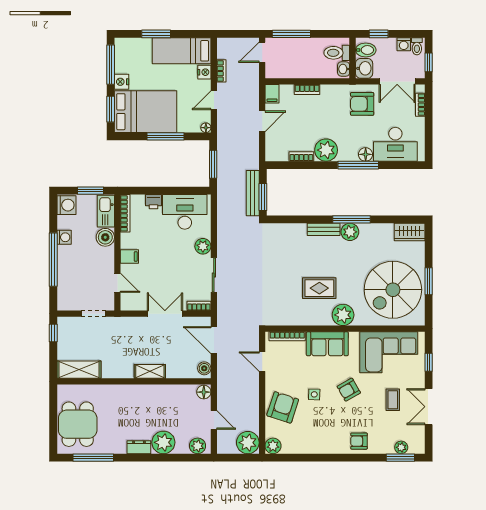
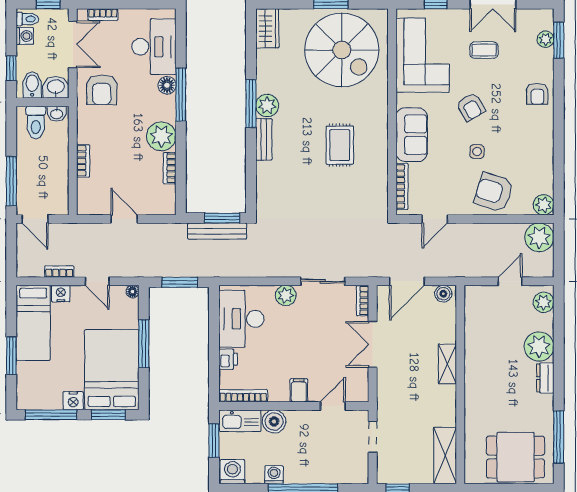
filing cabinet: (272, 94) -> (89, 206), removed
plant: (343, 315) -> (374, 114), removed
floor lamp: (204, 392) -> (474, 294), removed

